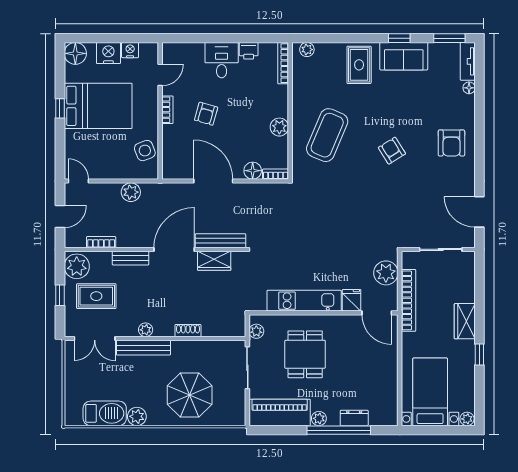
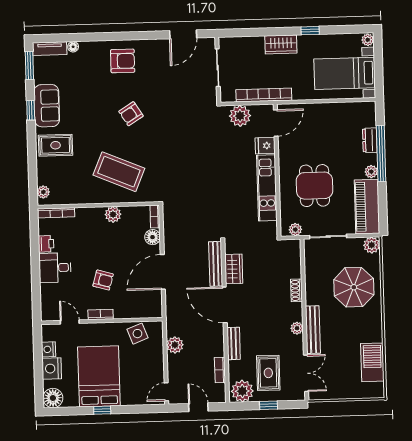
dining table: (305, 354) -> (314, 186), turned 90
plant: (137, 416) -> (372, 245), moved

